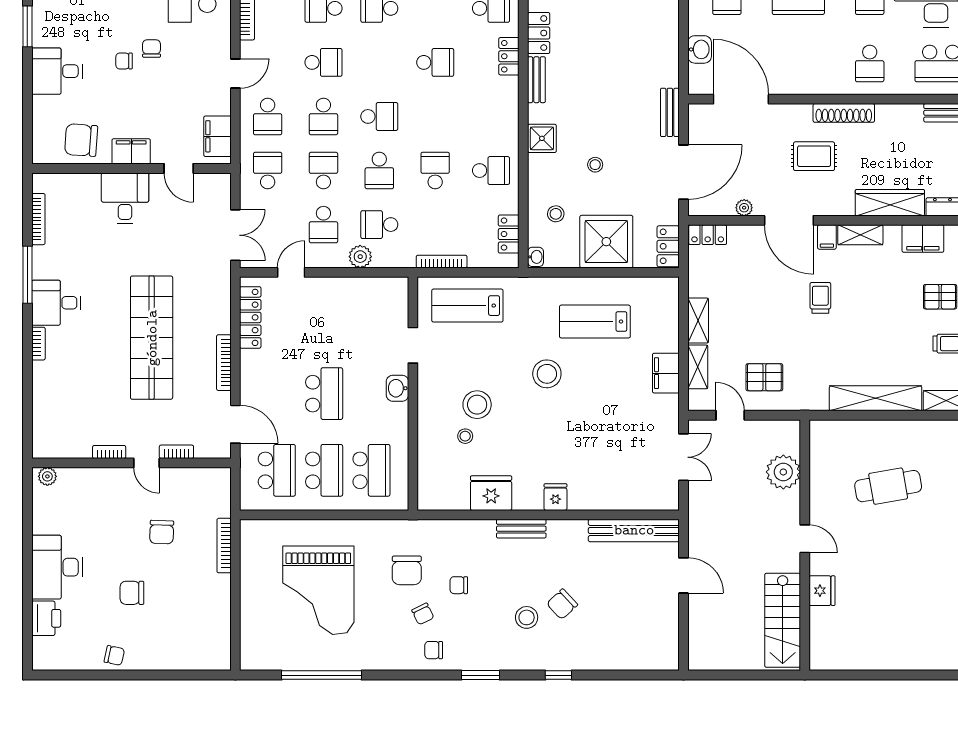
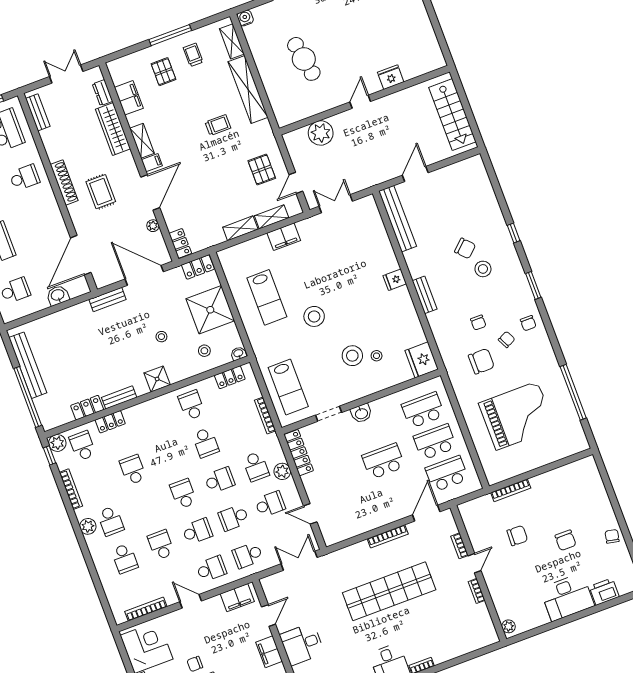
school desk: (435, 171) -> (206, 443), turned -90
trolley: (820, 298) -> (218, 125), moved, turned 180
locker: (250, 317) -> (299, 453), moved, turned 90
fridge: (491, 493) -> (422, 360), moved
stairs: (783, 620) -> (452, 115), moved, turned 90

